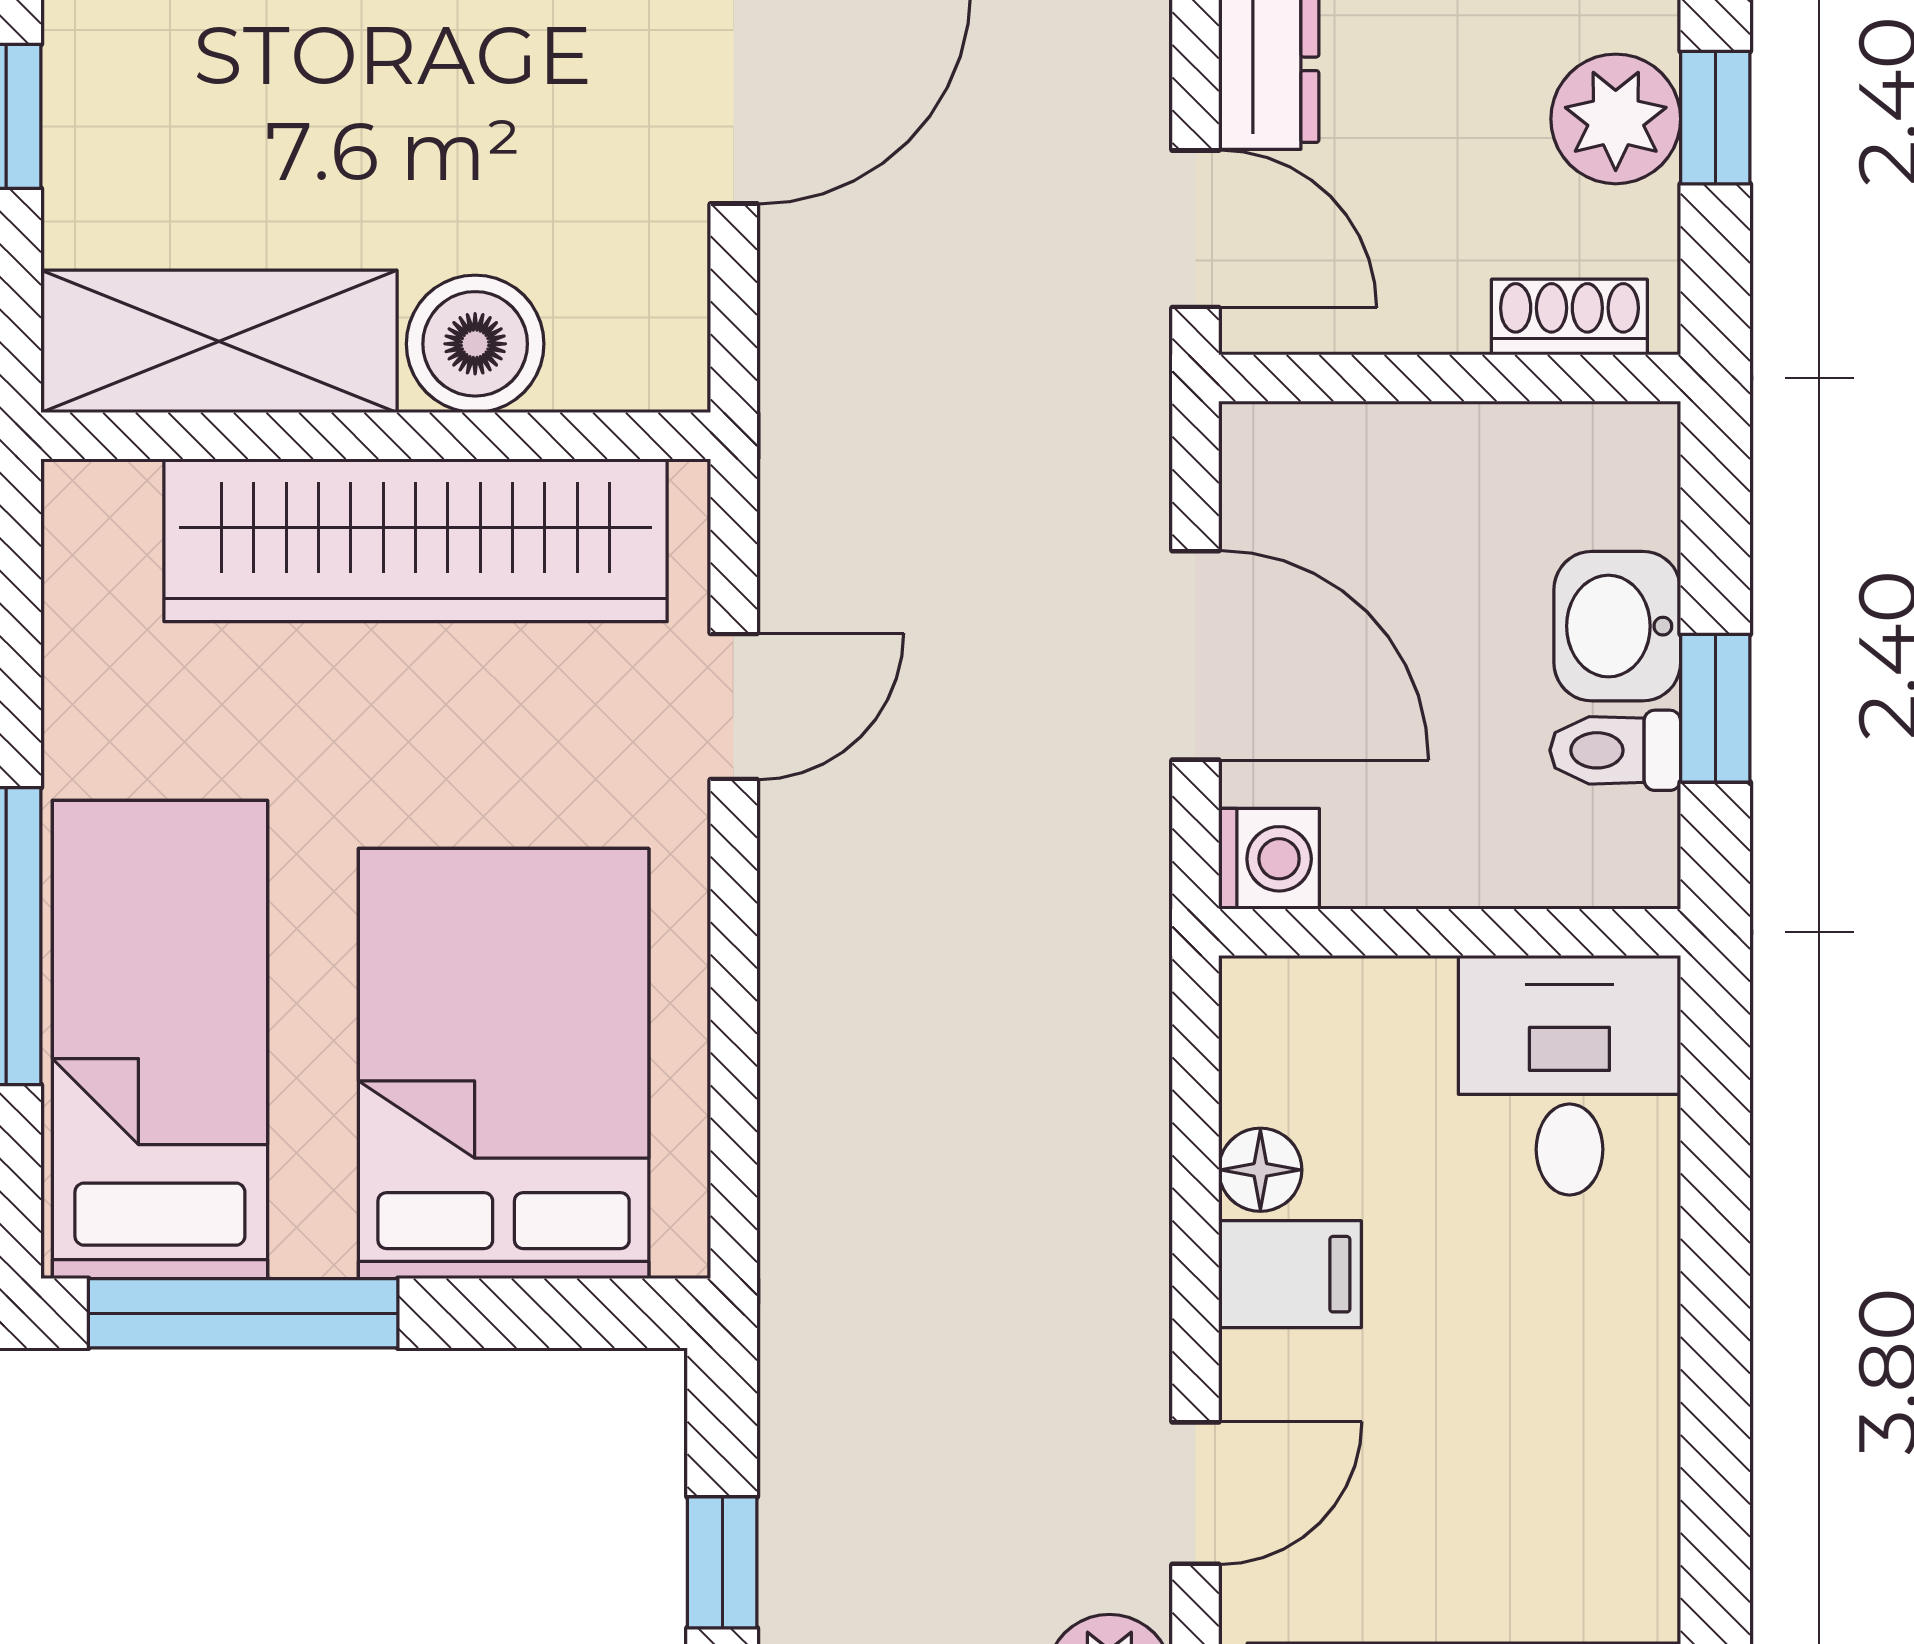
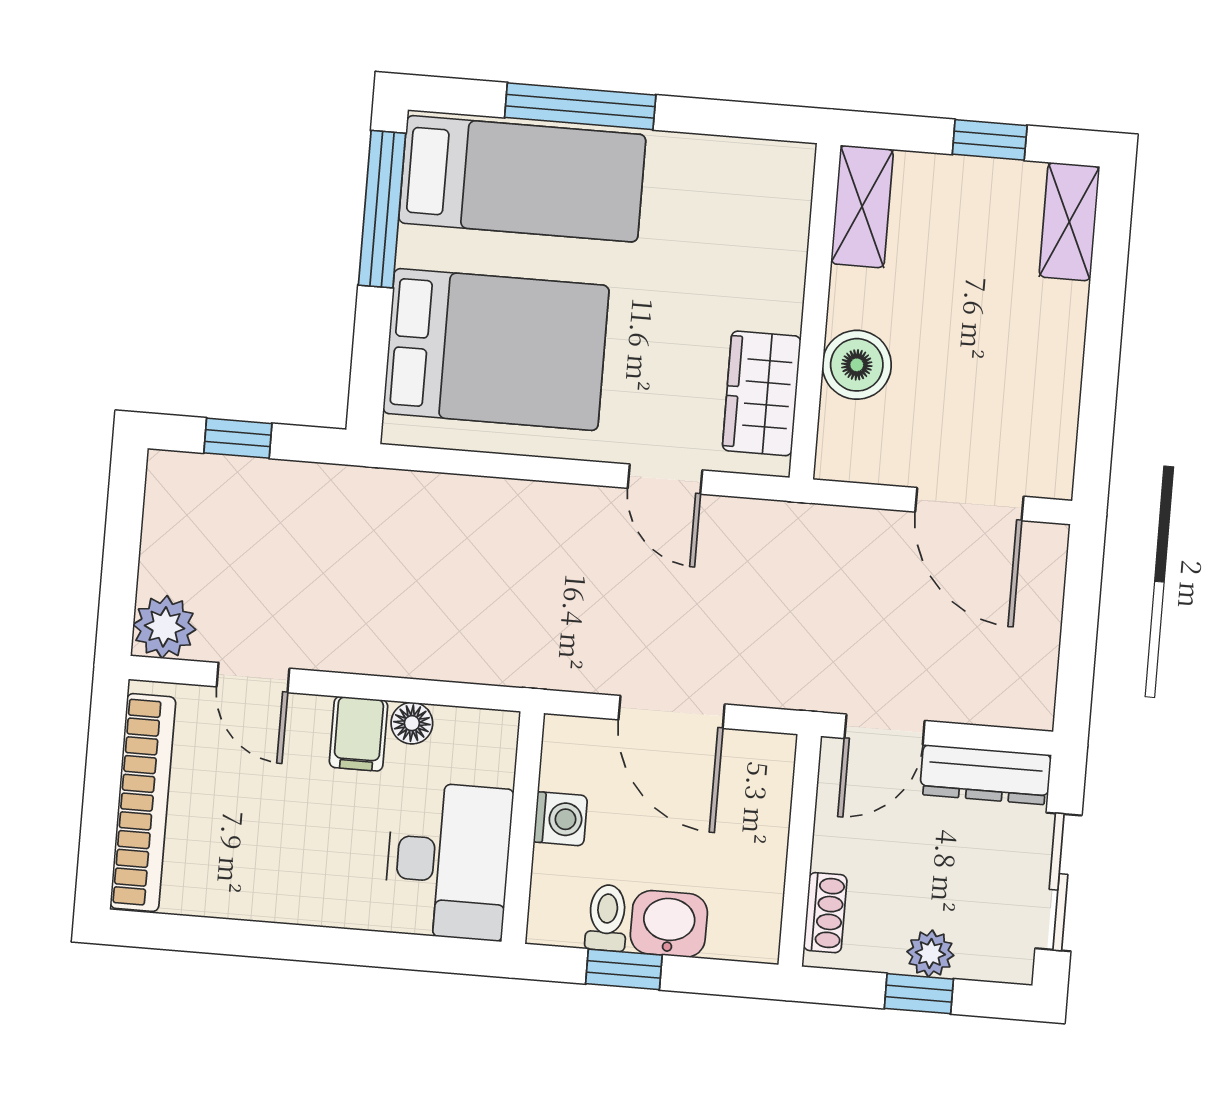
plant: (1616, 119) -> (930, 953), width x0.73, depth x0.73
shelving: (219, 341) -> (862, 207), width x0.67, depth x0.75
wardrobe: (416, 540) -> (762, 393), width x0.48, depth x0.85
door: (1196, 655) -> (672, 712), hinge flipped
washing machine: (1269, 859) -> (560, 819), moved, turned -90
desk: (1569, 1075) -> (448, 861), width x1.37

